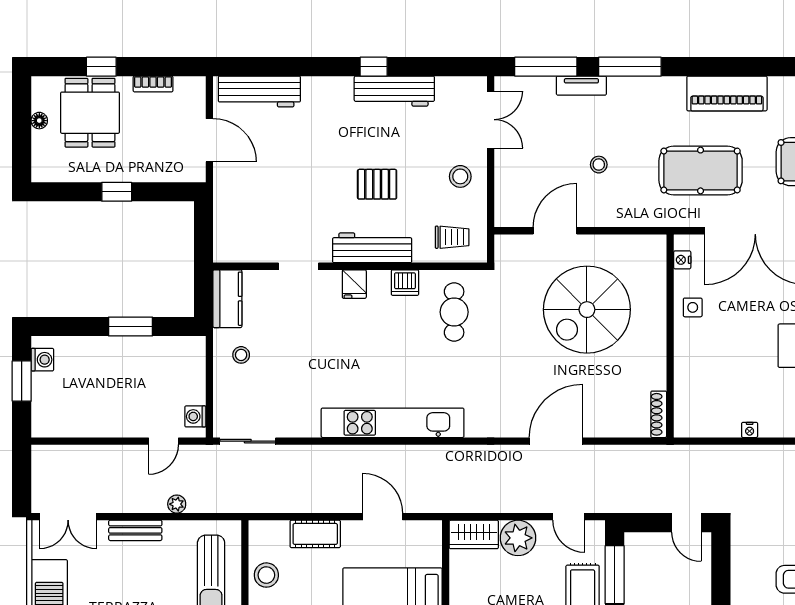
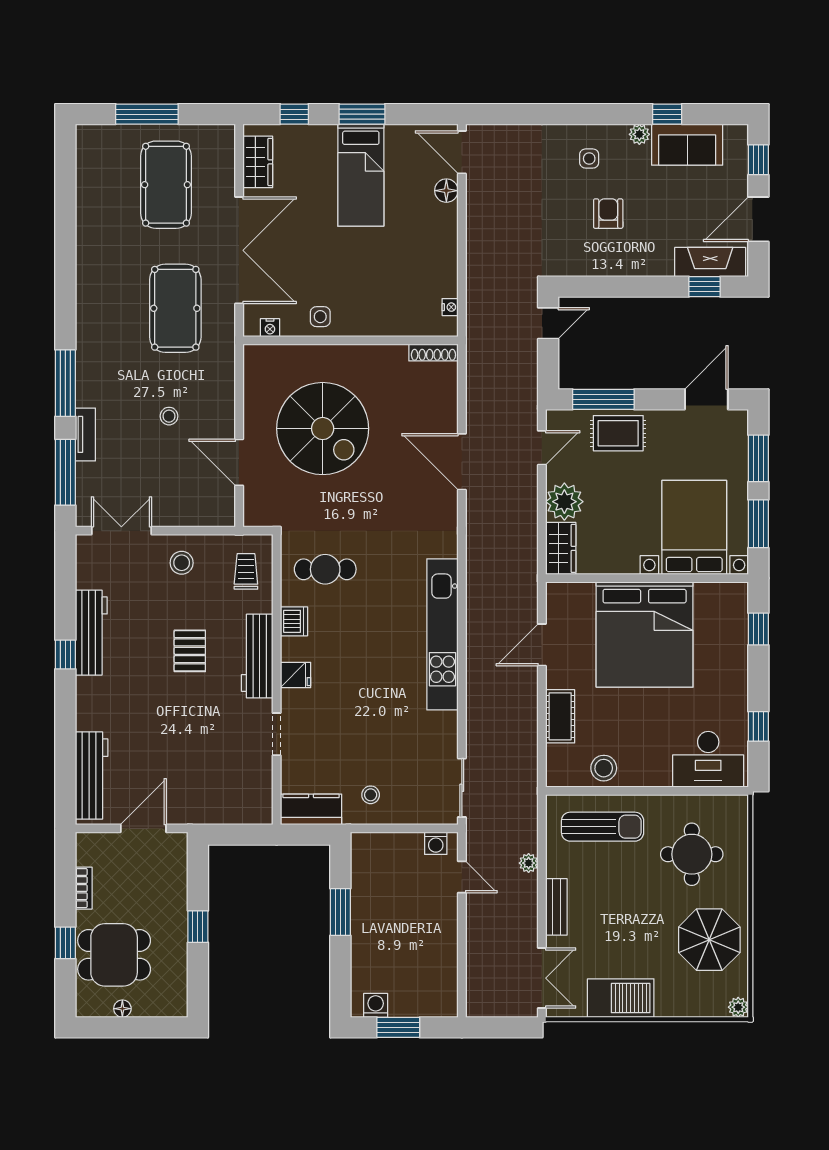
piano: (727, 93) -> (94, 280), removed
nightstand: (750, 430) -> (450, 307), moved

